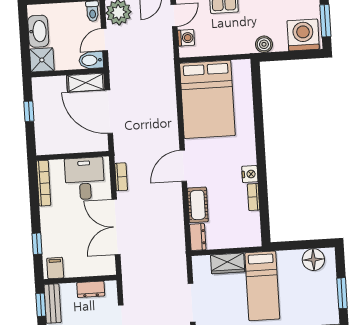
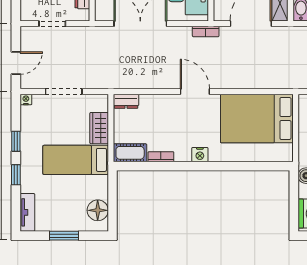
nightstand: (250, 174) -> (200, 155), moved
bookcase: (121, 177) -> (206, 32), moved
cot: (198, 205) -> (130, 153), moved

